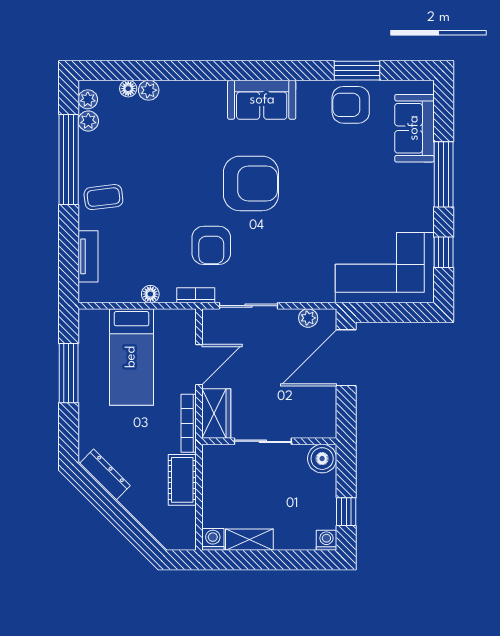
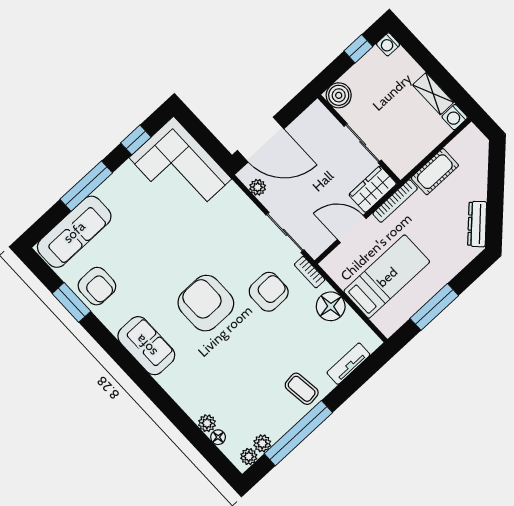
sofa: (414, 128) -> (74, 232), width x1.36
floor lamp: (150, 294) -> (331, 306), width x1.89, depth x1.89

